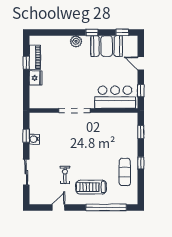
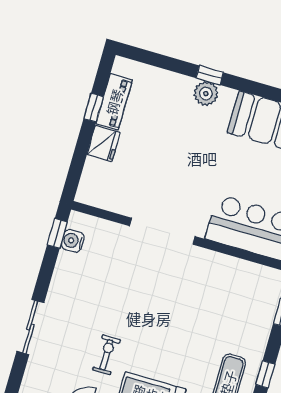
window: (92, 32) -> (210, 75), moved
window: (26, 136) -> (57, 233), moved
water cooler: (34, 139) -> (73, 241), moved

